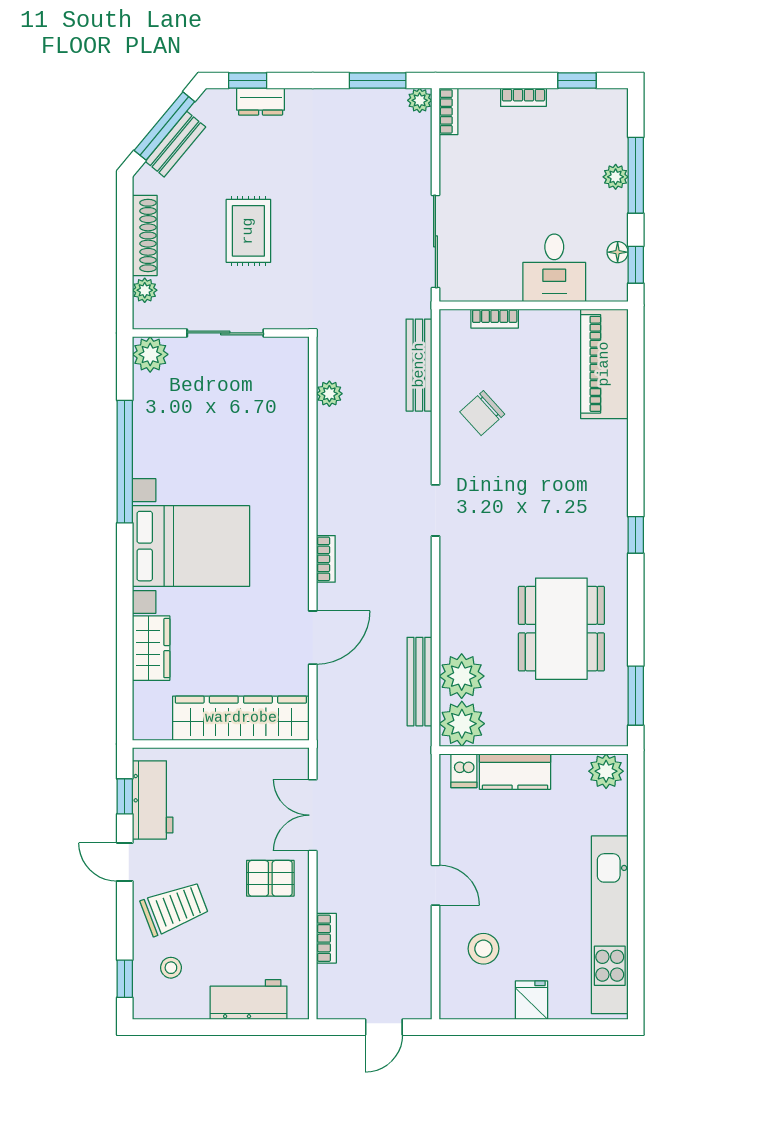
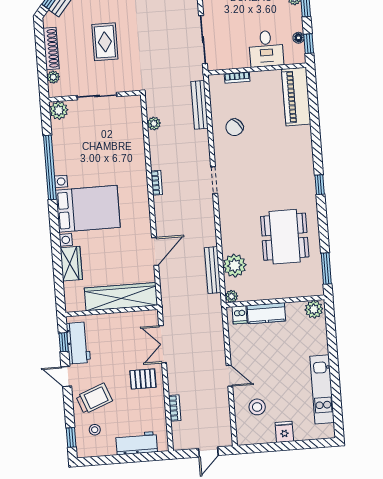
bookcase: (326, 559) -> (157, 183), moved
plant: (462, 724) -> (232, 296), width x0.53, depth x0.53
kitchen unit: (610, 925) -> (322, 389), width x0.73

